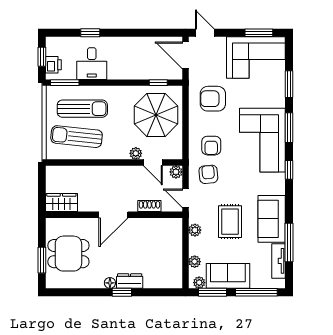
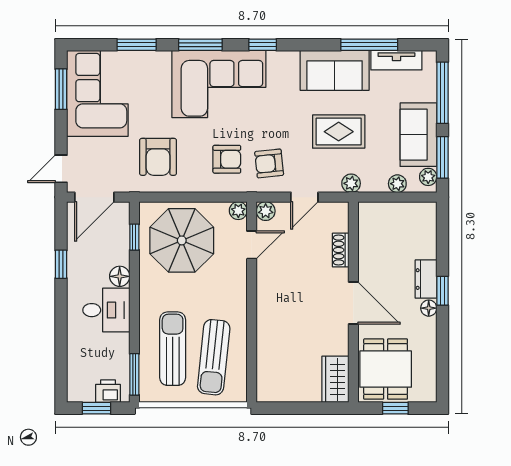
window: (90, 33) -> (61, 264), moved
desk: (92, 64) -> (106, 310), moved
floor lamp: (132, 73) -> (120, 276), added
plant: (136, 153) -> (238, 211), moved
wardrobe: (61, 202) -> (335, 379), moved
shoe rack: (149, 206) -> (341, 250), moved
door: (113, 215) -> (353, 303), moved
wall: (114, 215) -> (353, 302), moved
window: (42, 260) -> (395, 408), width x0.67

